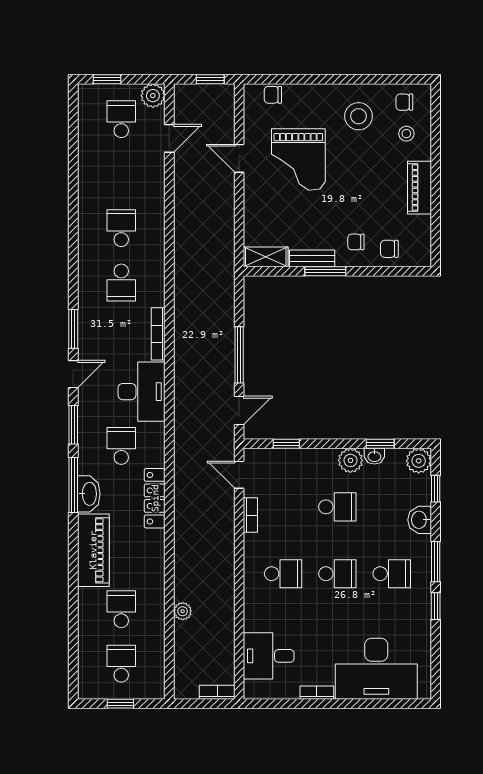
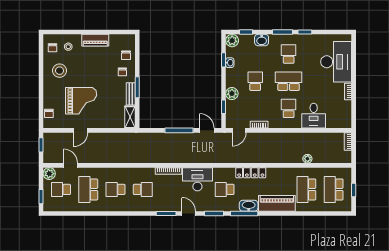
school desk: (121, 174) -> (88, 189), added
plant: (350, 460) -> (232, 94), moved
school desk: (337, 574) -> (289, 81), width x1.85
school desk: (121, 609) -> (306, 189), width x1.85
desk: (269, 656) -> (314, 116), moved
school desk: (121, 664) -> (334, 189), width x1.85

